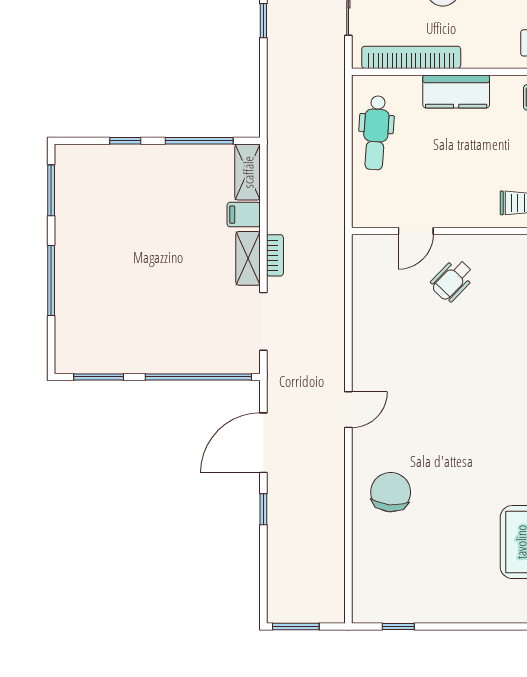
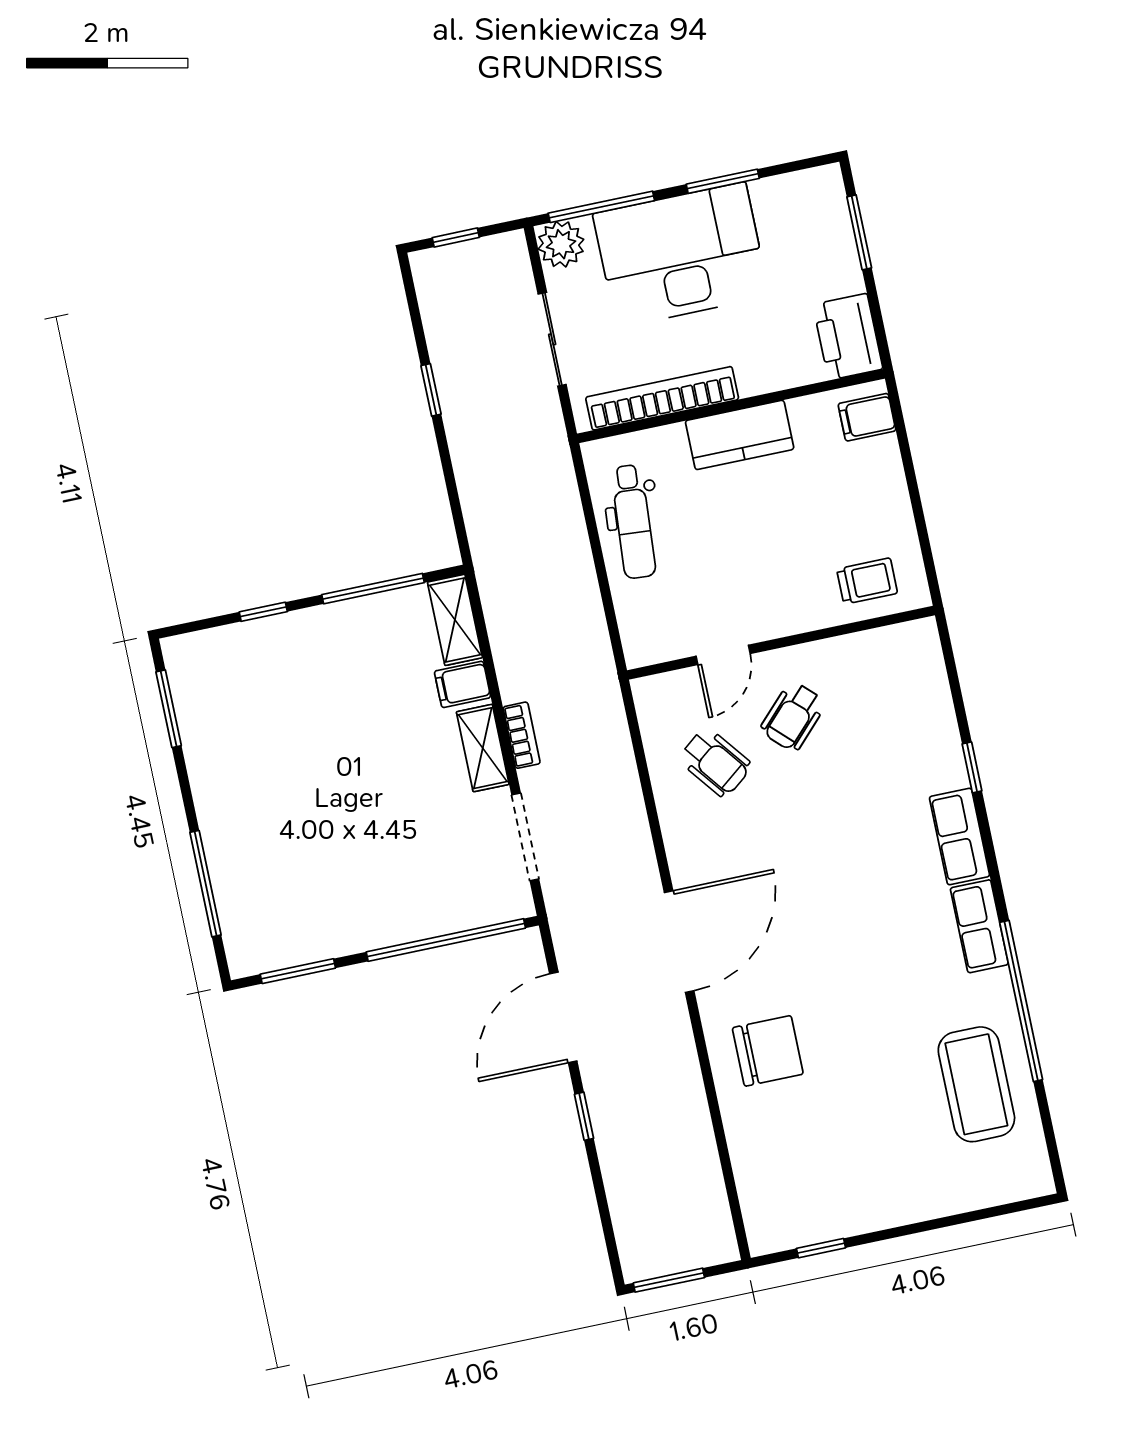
window: (51, 280) -> (206, 884), moved
wheelchair: (396, 299) -> (715, 762), added
door: (348, 410) -> (679, 942), width x1.88
chair: (391, 492) -> (768, 1051), turned 85

